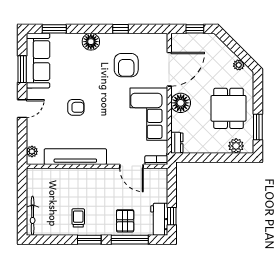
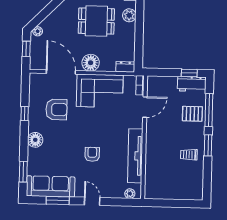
plant: (239, 65) -> (38, 31), moved
bicycle: (33, 216) -> (186, 194), removed

